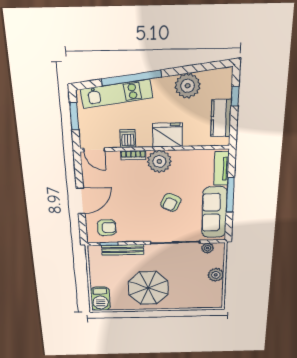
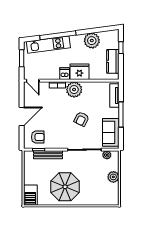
dishwasher: (128, 139) -> (65, 74), moved
sofa: (214, 212) -> (111, 132), width x0.73

